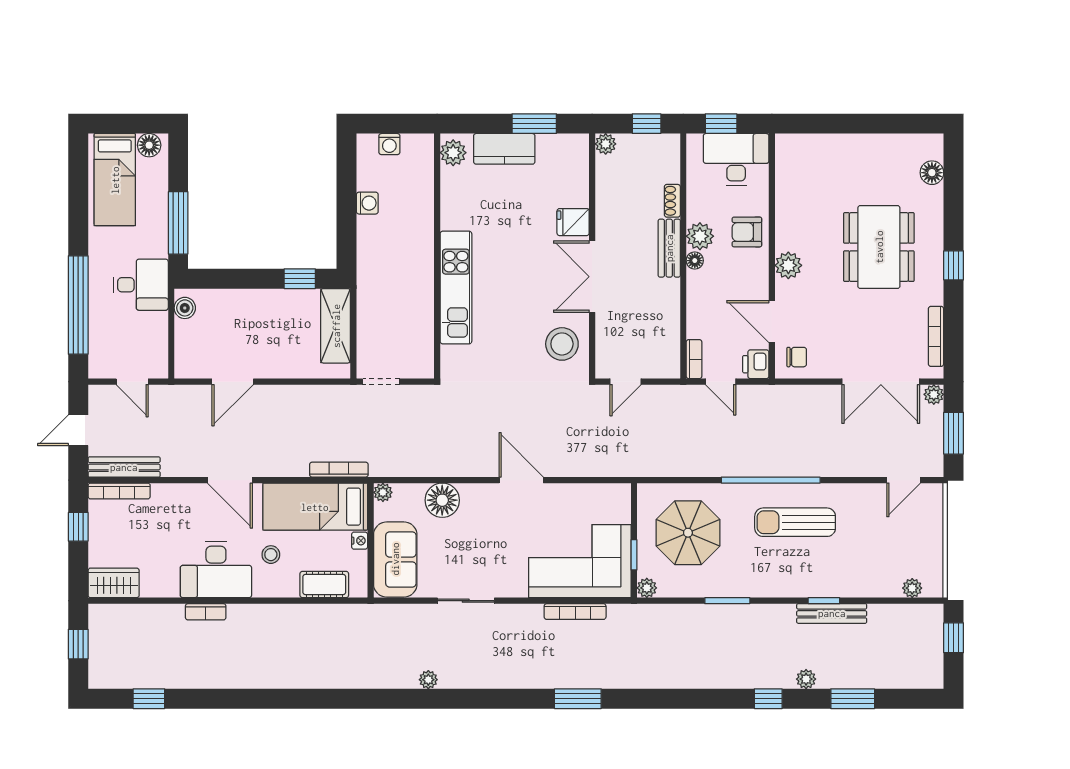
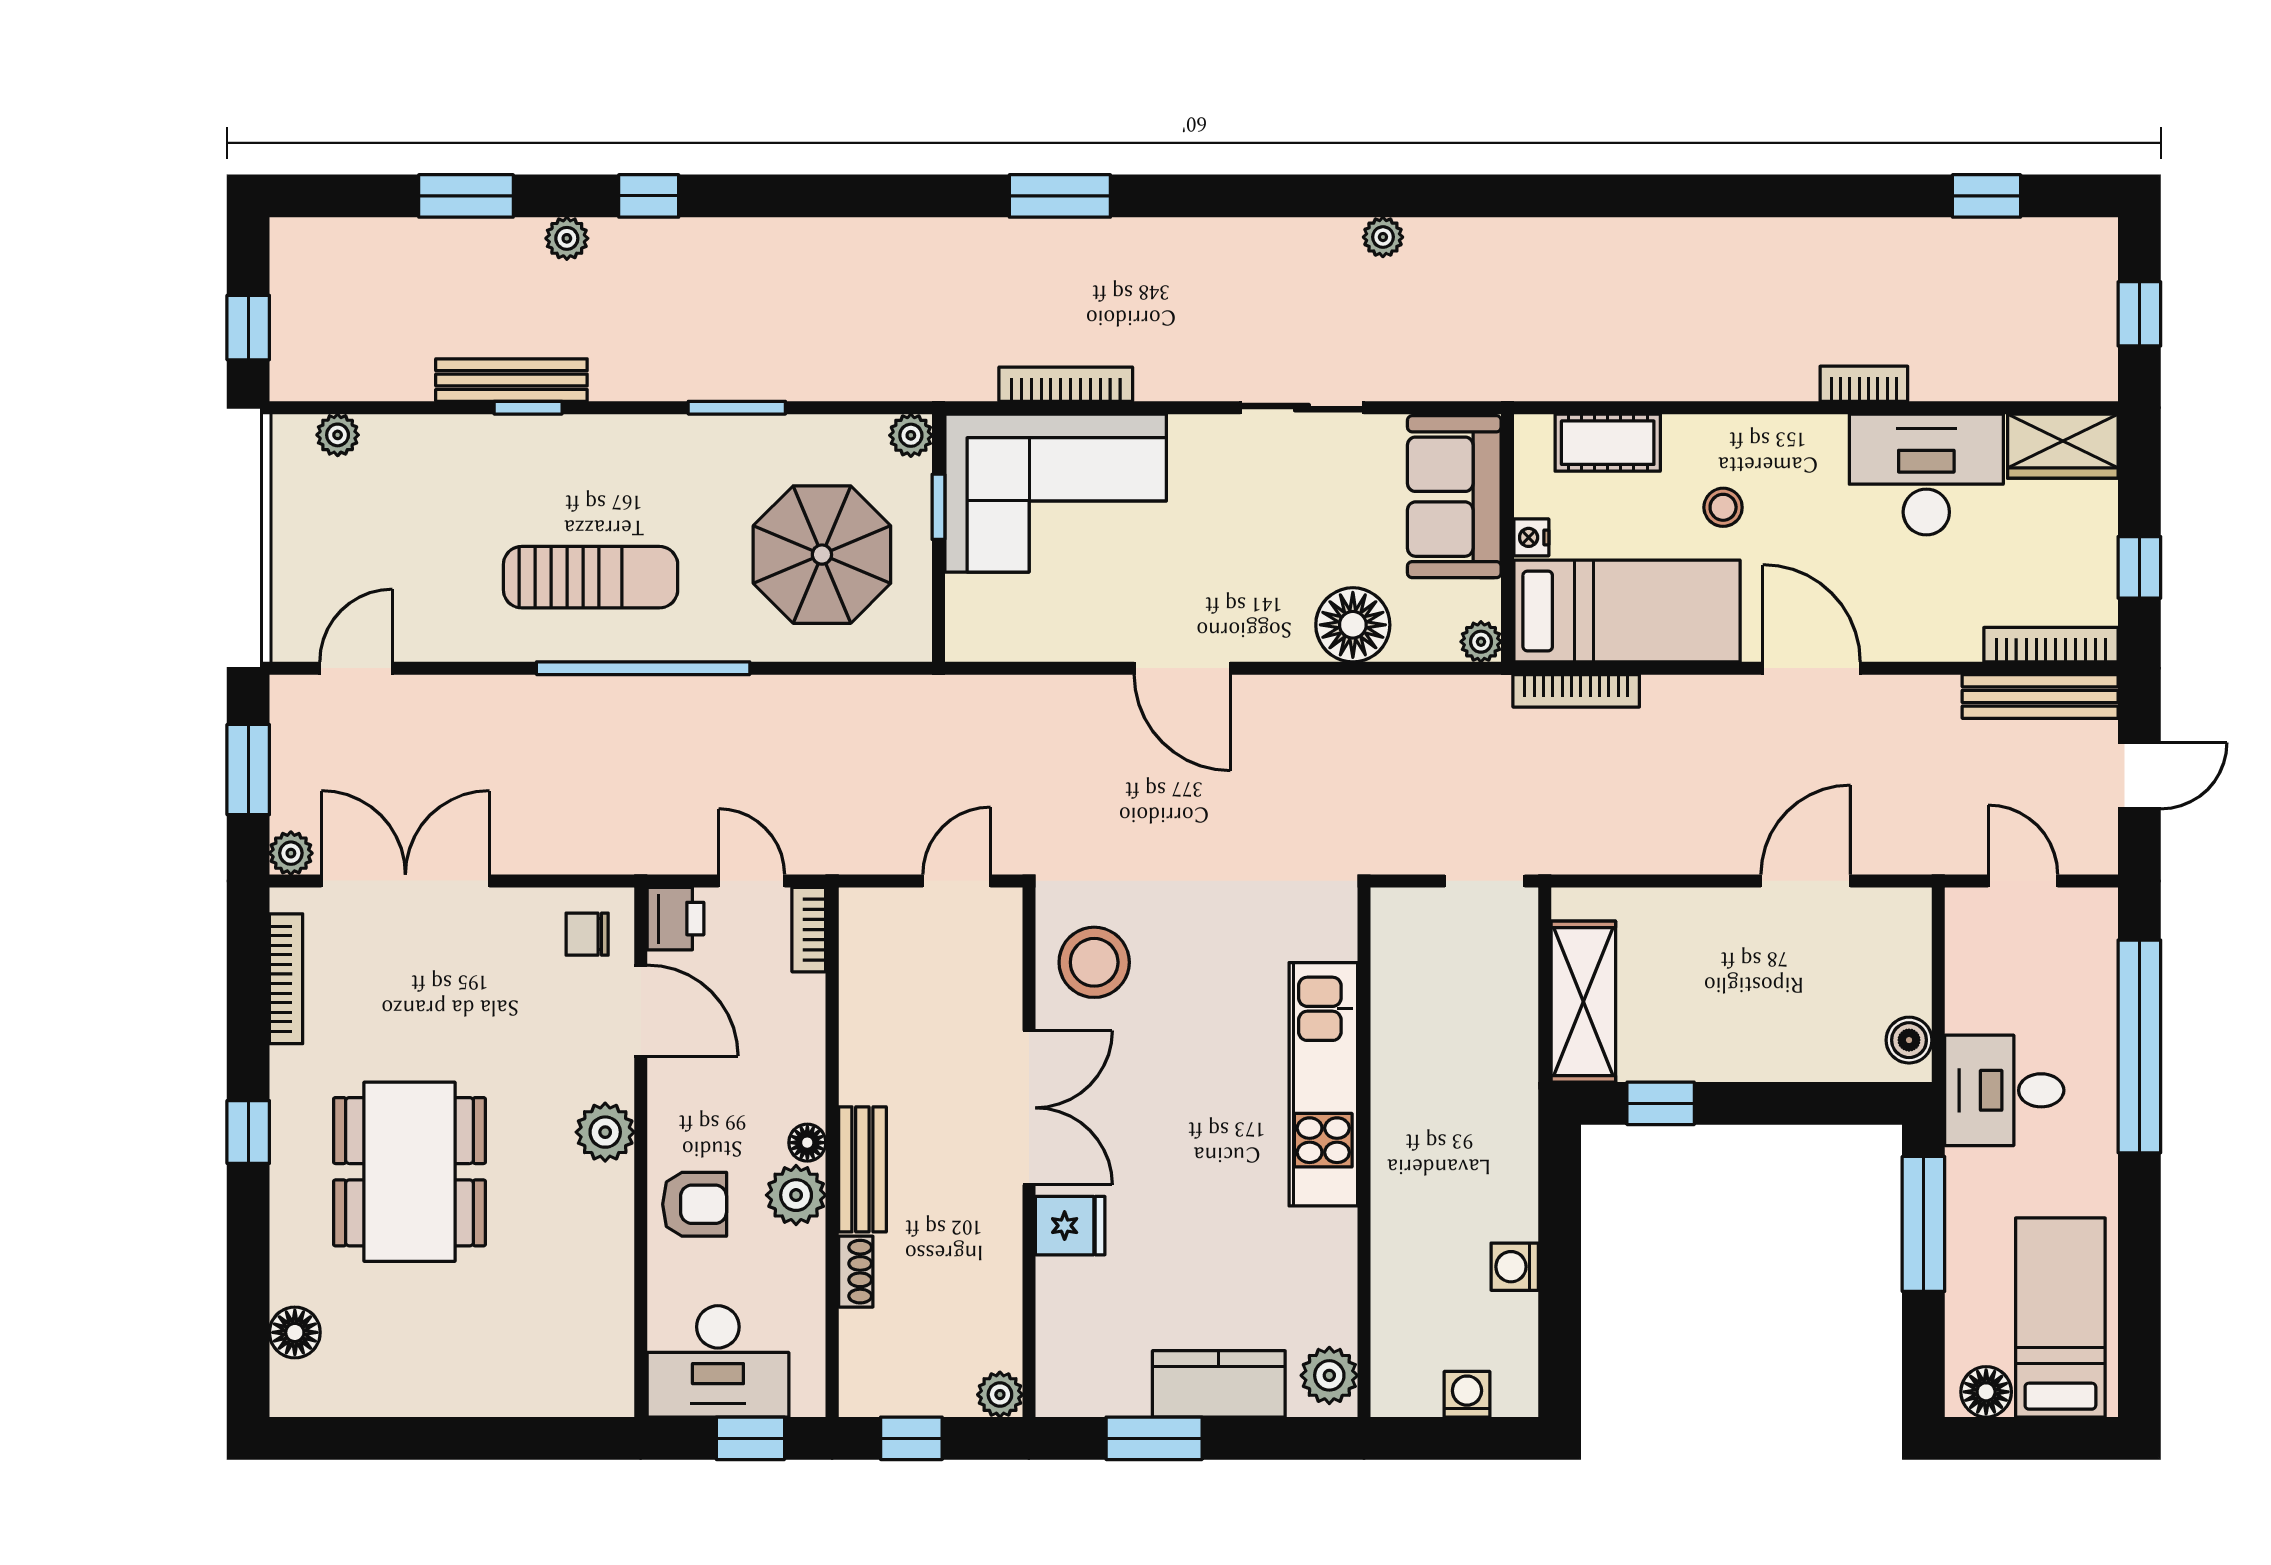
desk: (216, 570) -> (1926, 475), moved

